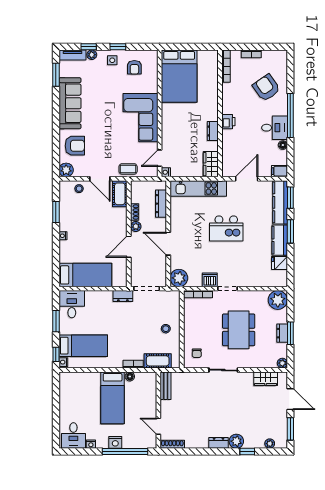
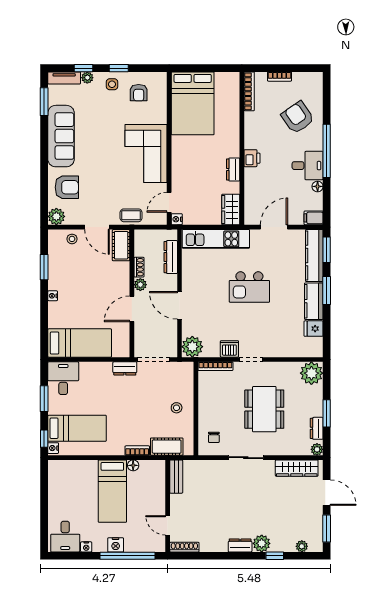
dresser: (282, 333) -> (317, 428), moved
wardrobe: (266, 379) -> (297, 468), width x1.50

